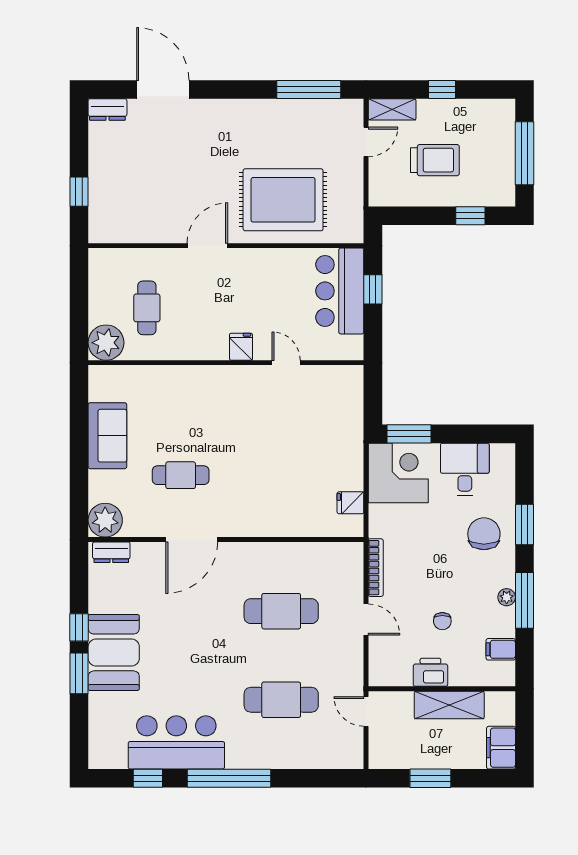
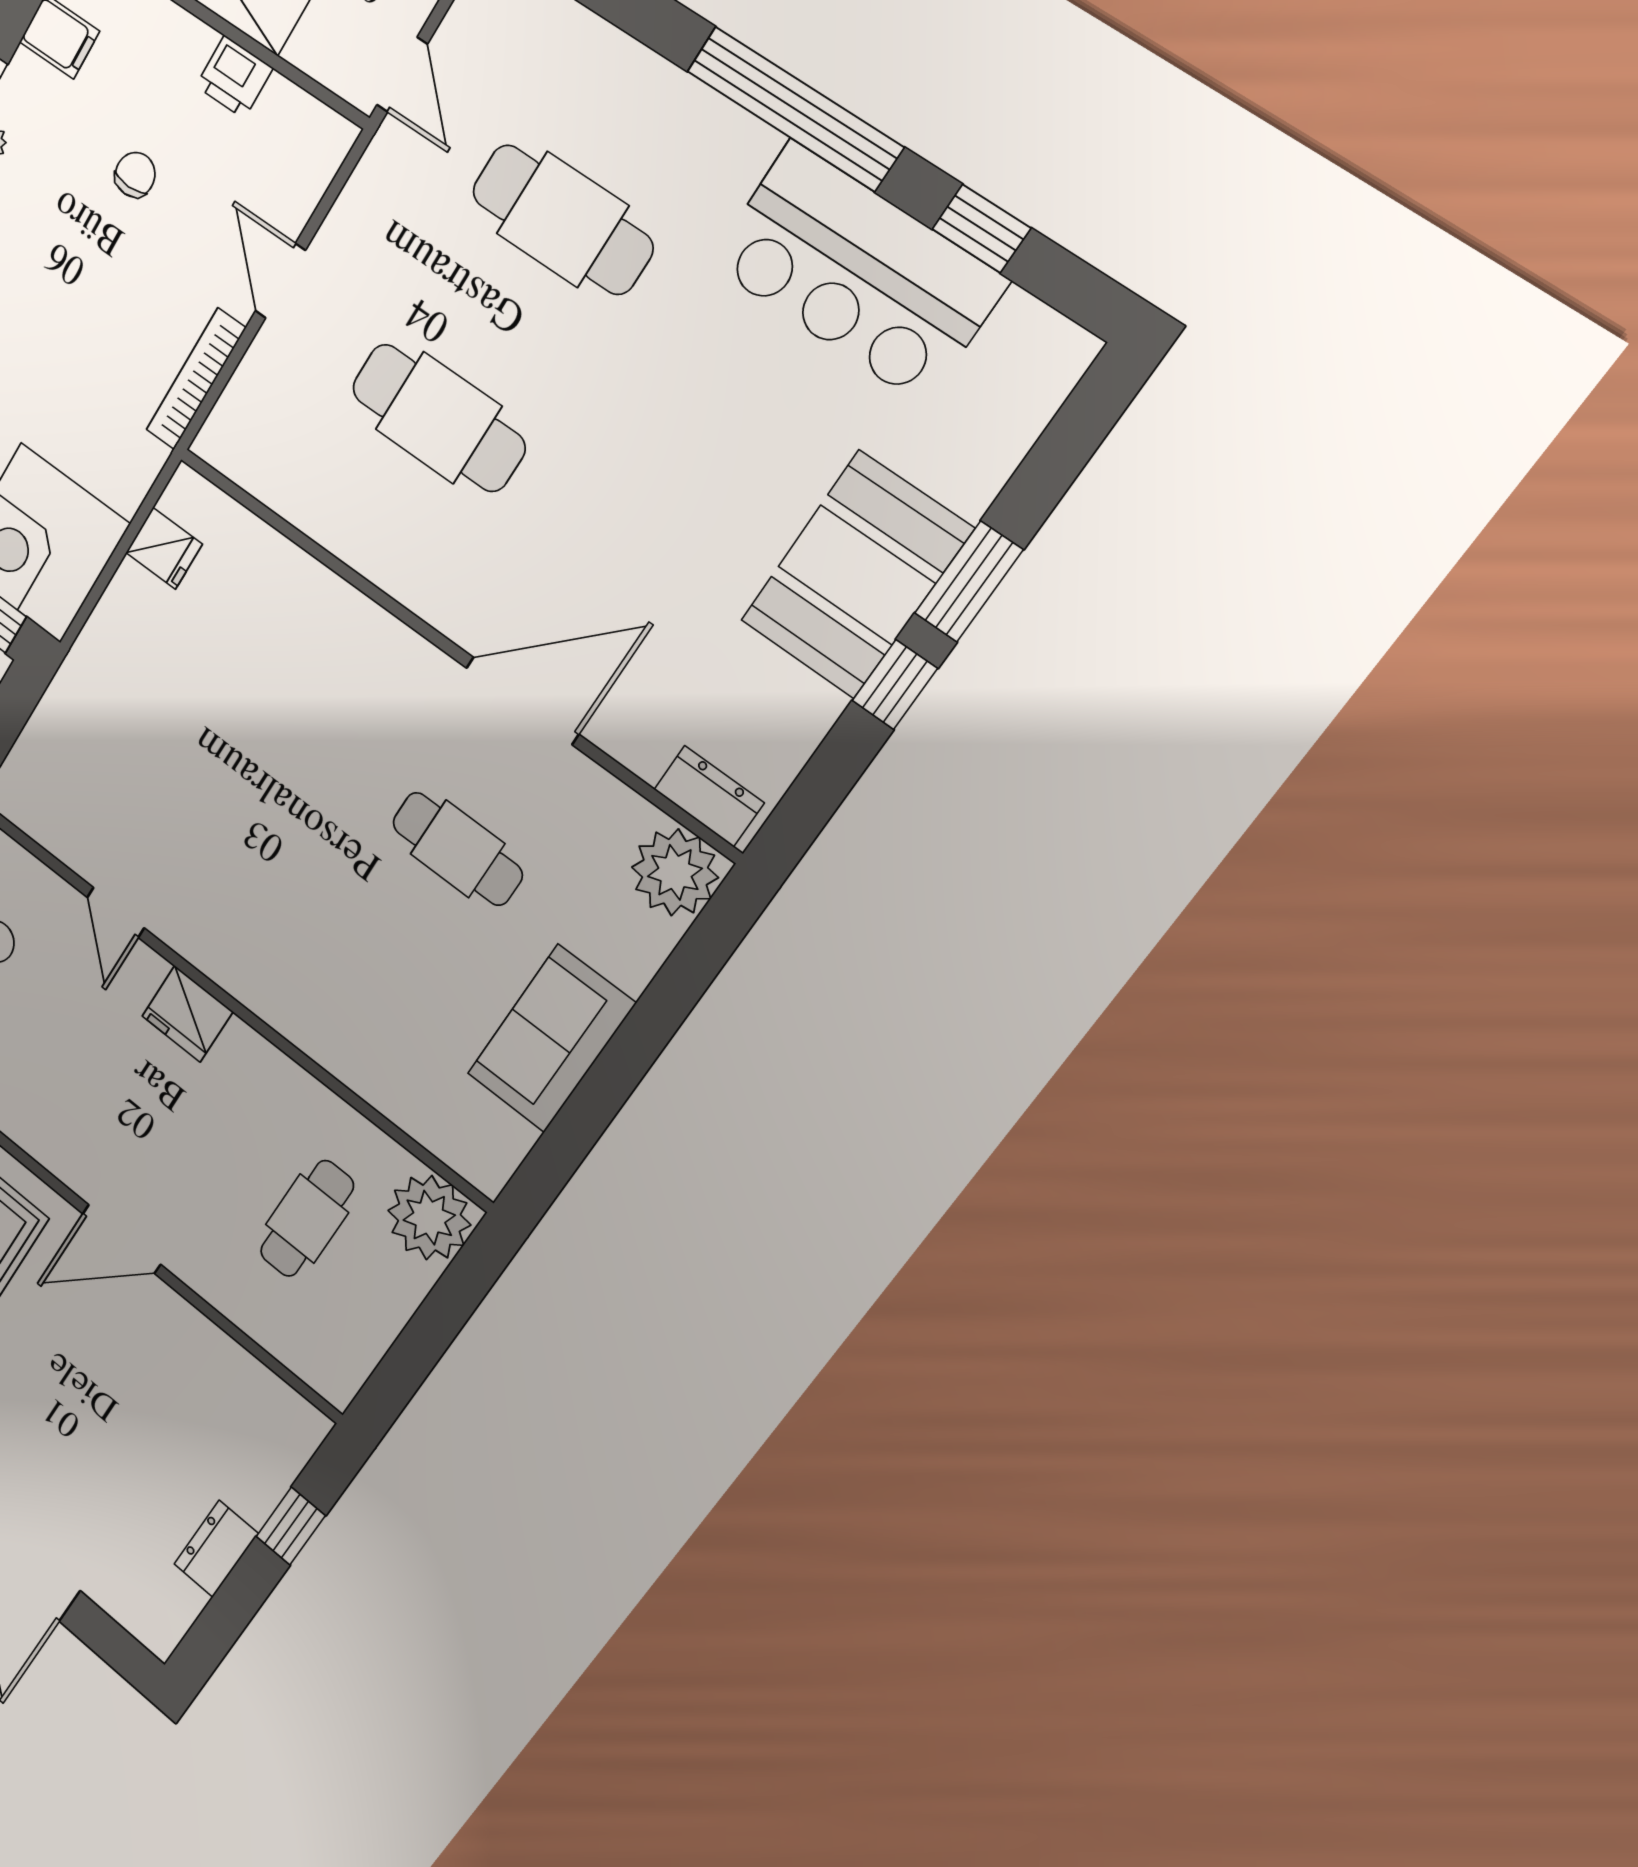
dresser: (107, 109) -> (216, 1549), moved, turned -90
fridge: (241, 347) -> (187, 1014), width x1.38
printer: (430, 672) -> (234, 77), width x0.73, depth x0.81

